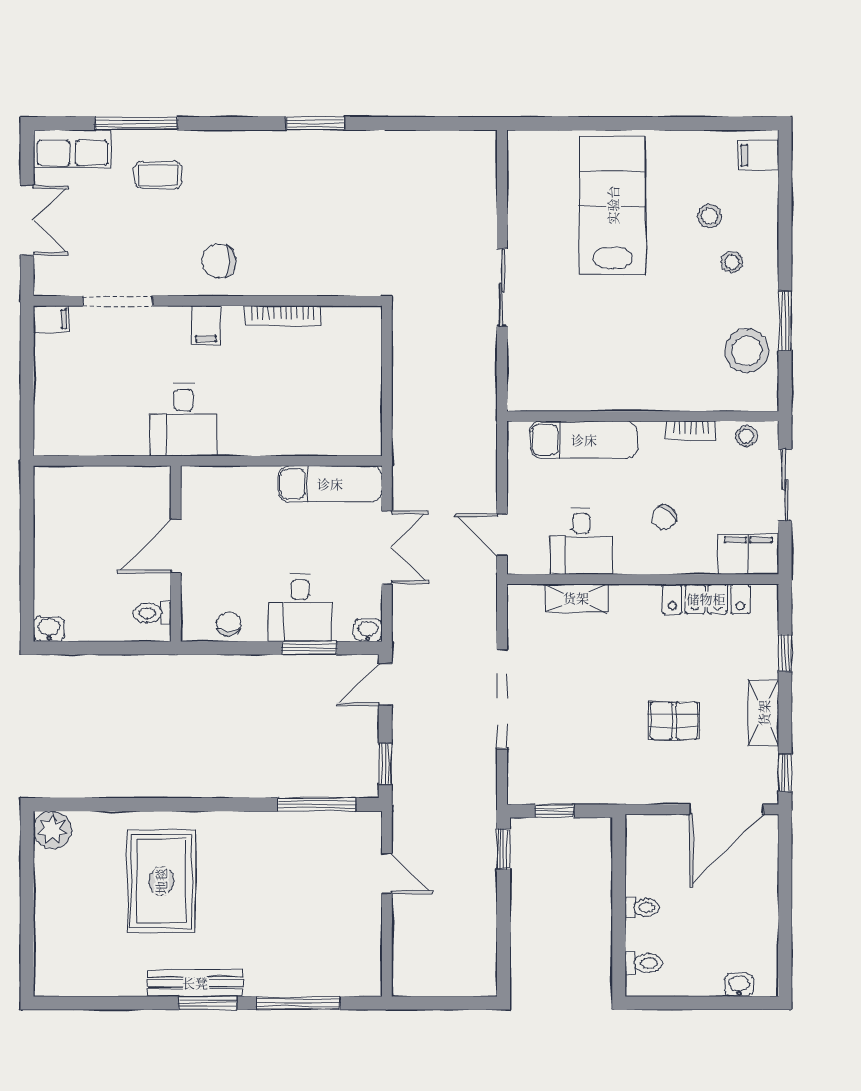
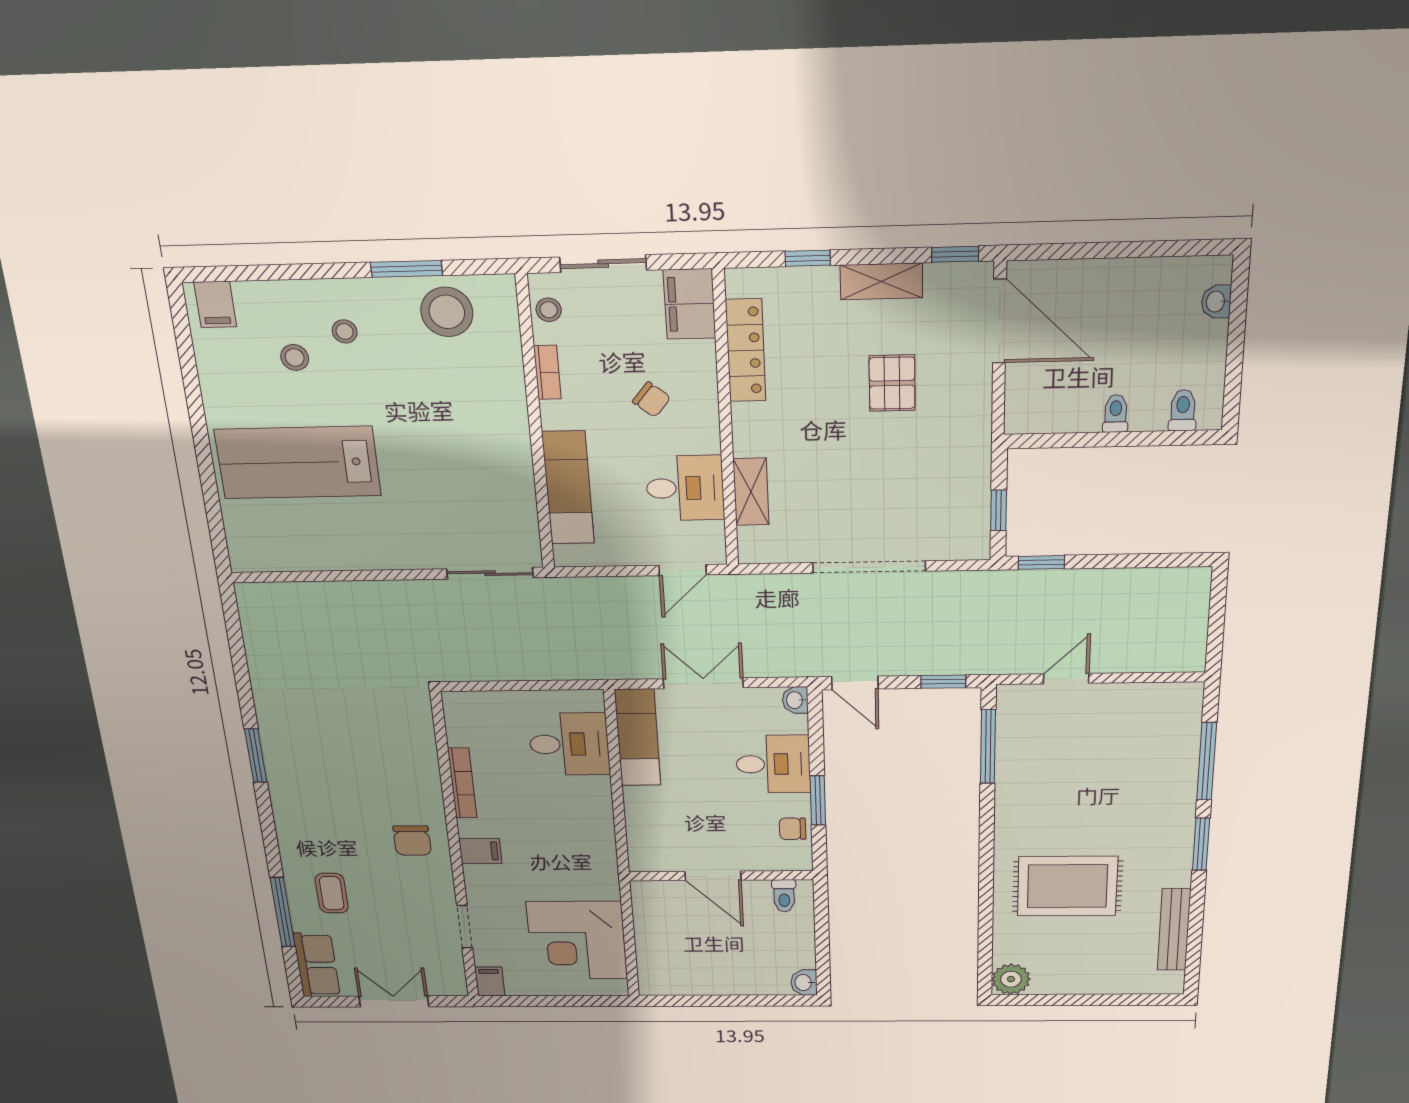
sliding door: (502, 287) -> (490, 573), moved
doorway: (118, 301) -> (465, 927), width x0.73
corner desk: (101, 410) -> (577, 940), added
desk: (184, 420) -> (569, 744), moved
window: (309, 648) -> (818, 800), moved
bench: (195, 983) -> (1174, 930), moved

